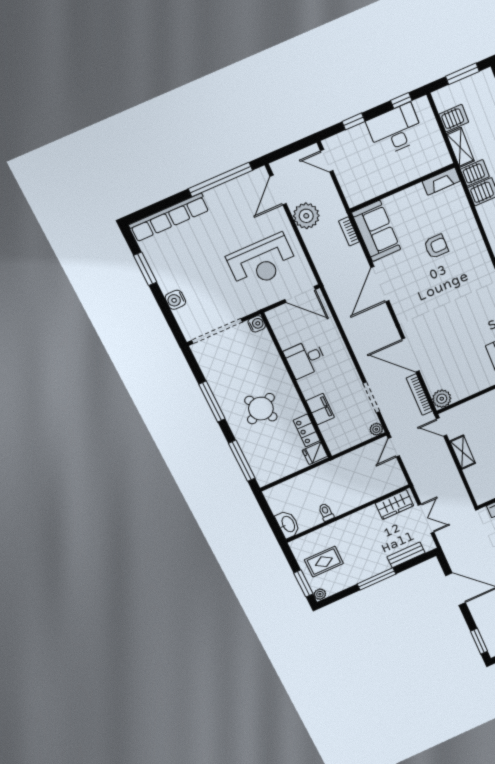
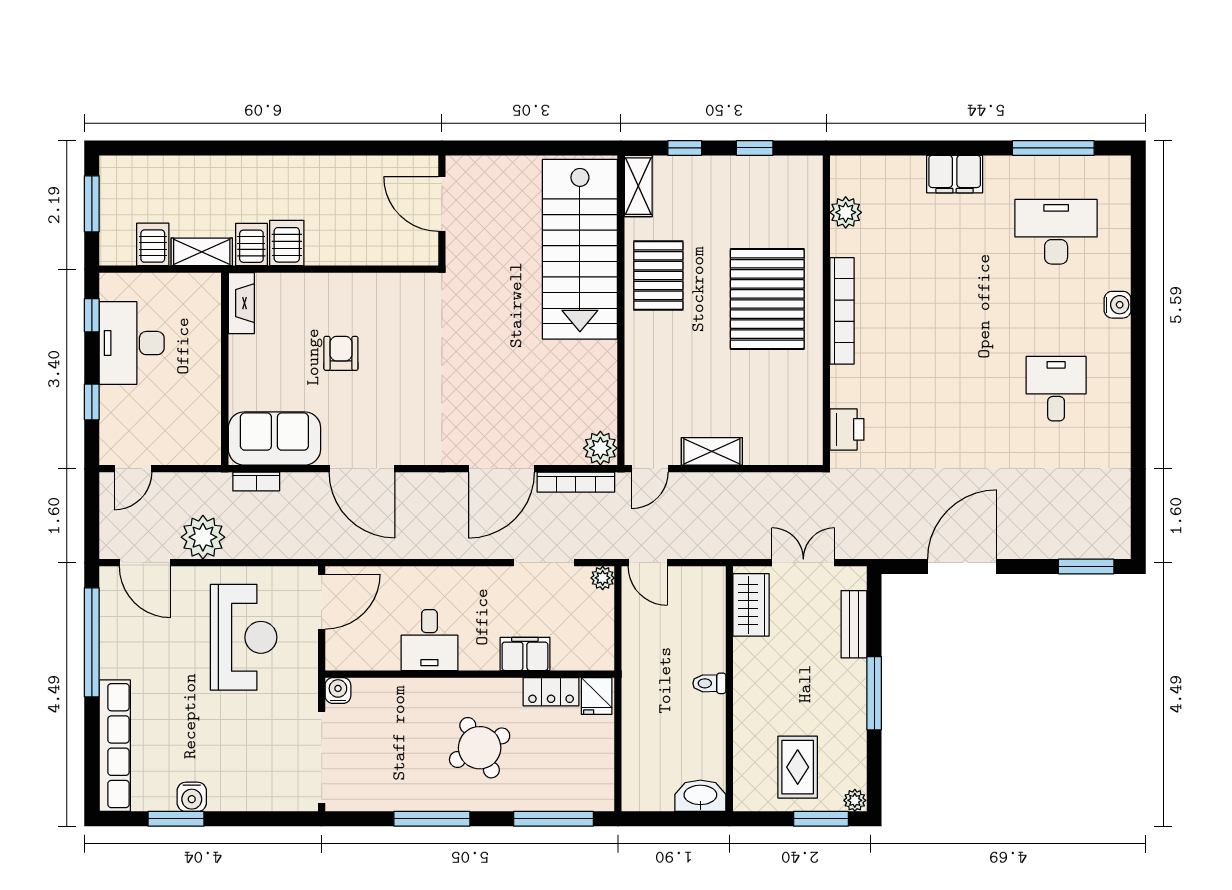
water cooler: (175, 300) -> (192, 797), moved
toilet: (326, 512) -> (709, 683), moved

